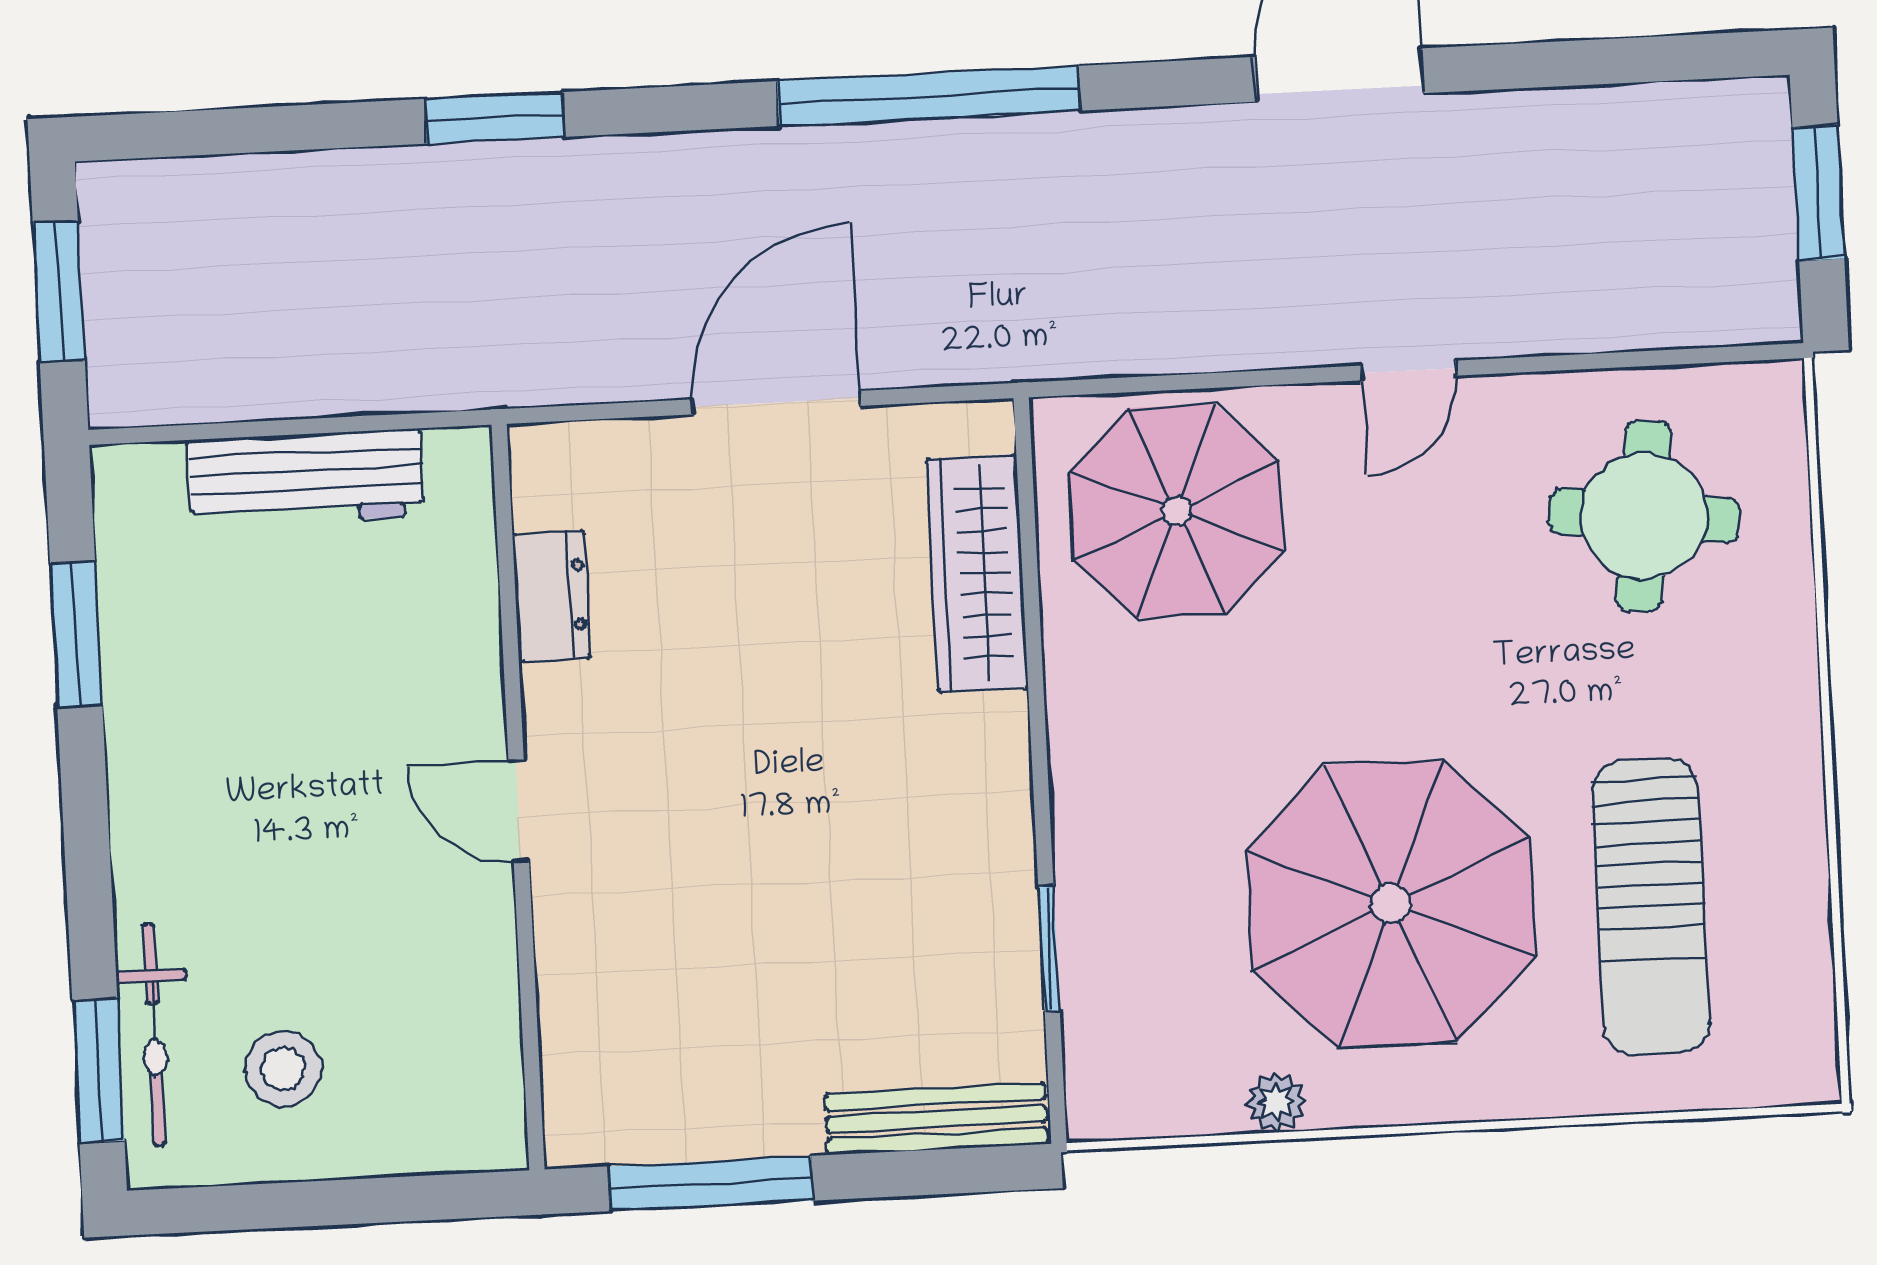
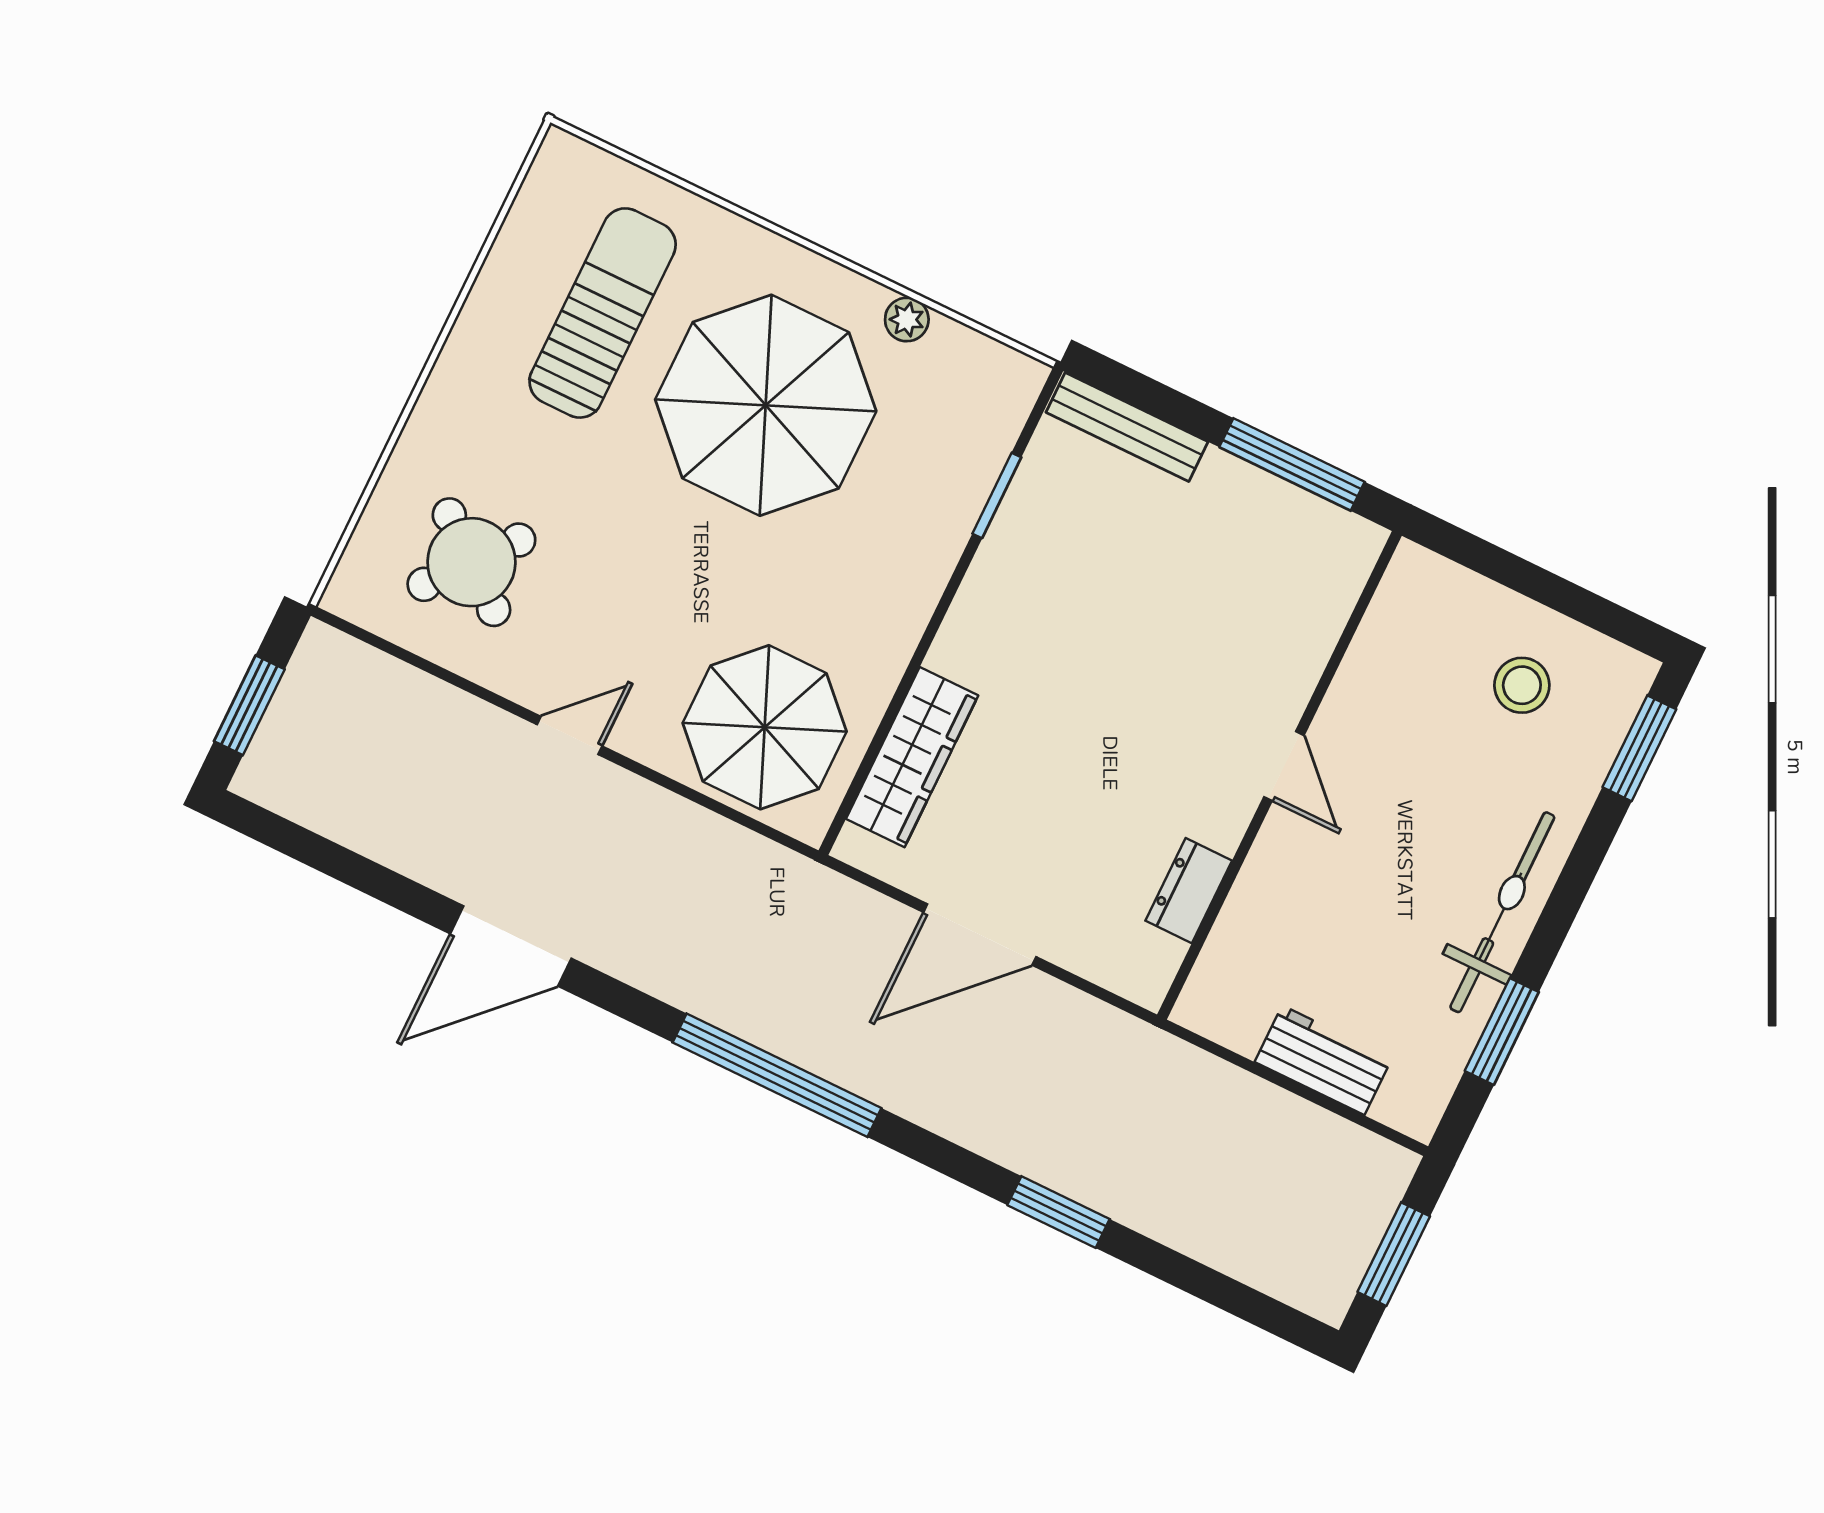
workbench: (306, 478) -> (1323, 1060), width x0.73
round table: (1644, 516) -> (471, 562), turned 33
bicycle: (154, 1035) -> (1502, 912), moved, width x1.37, depth x1.40

